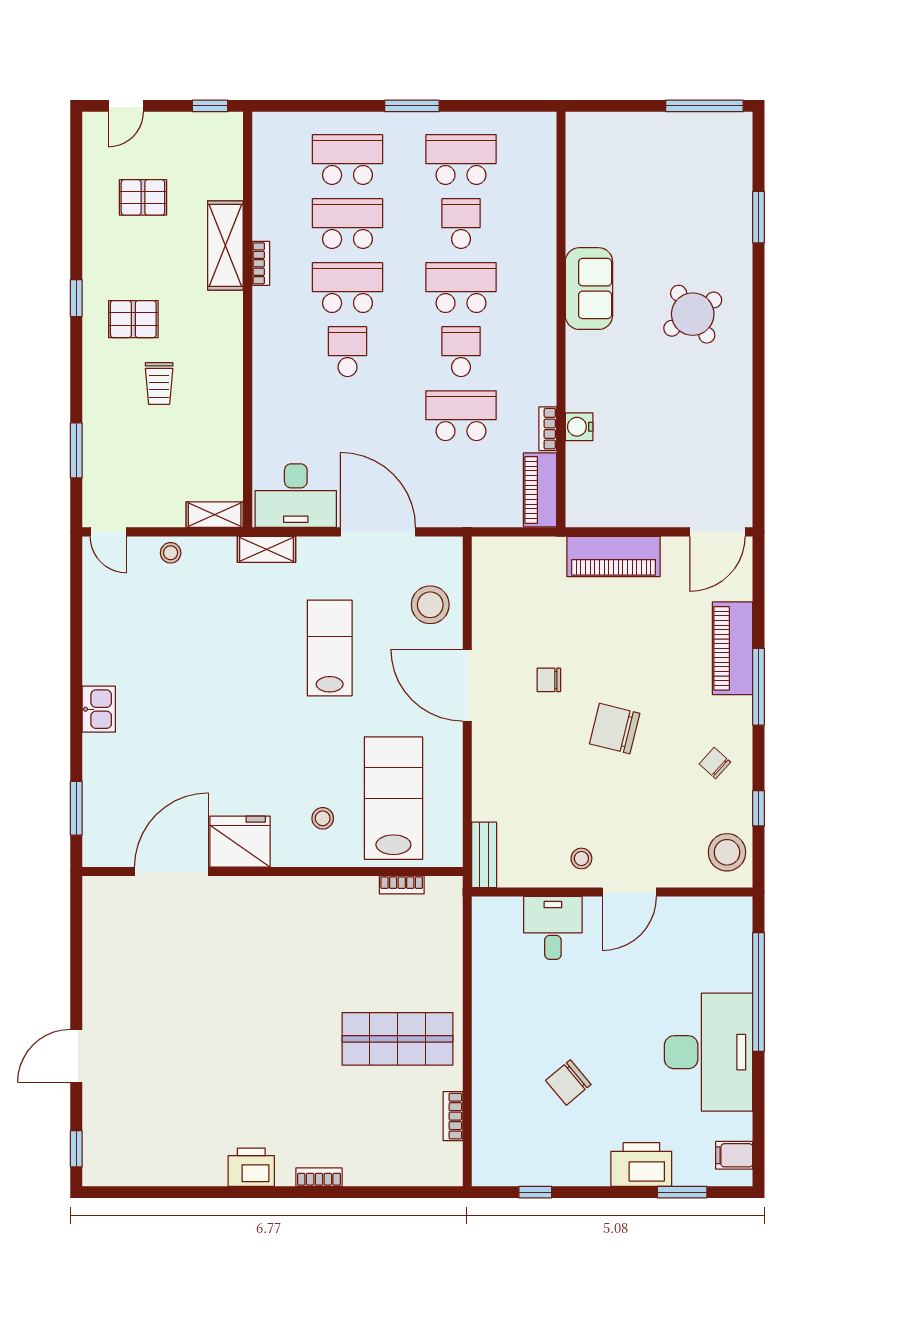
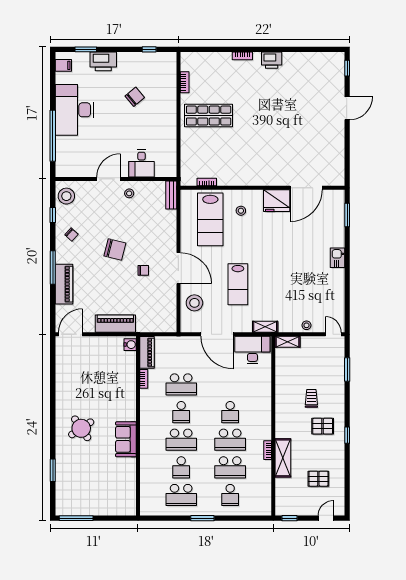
school desk: (348, 160) -> (230, 495), width x0.54
water cooler: (579, 427) -> (130, 345), moved

